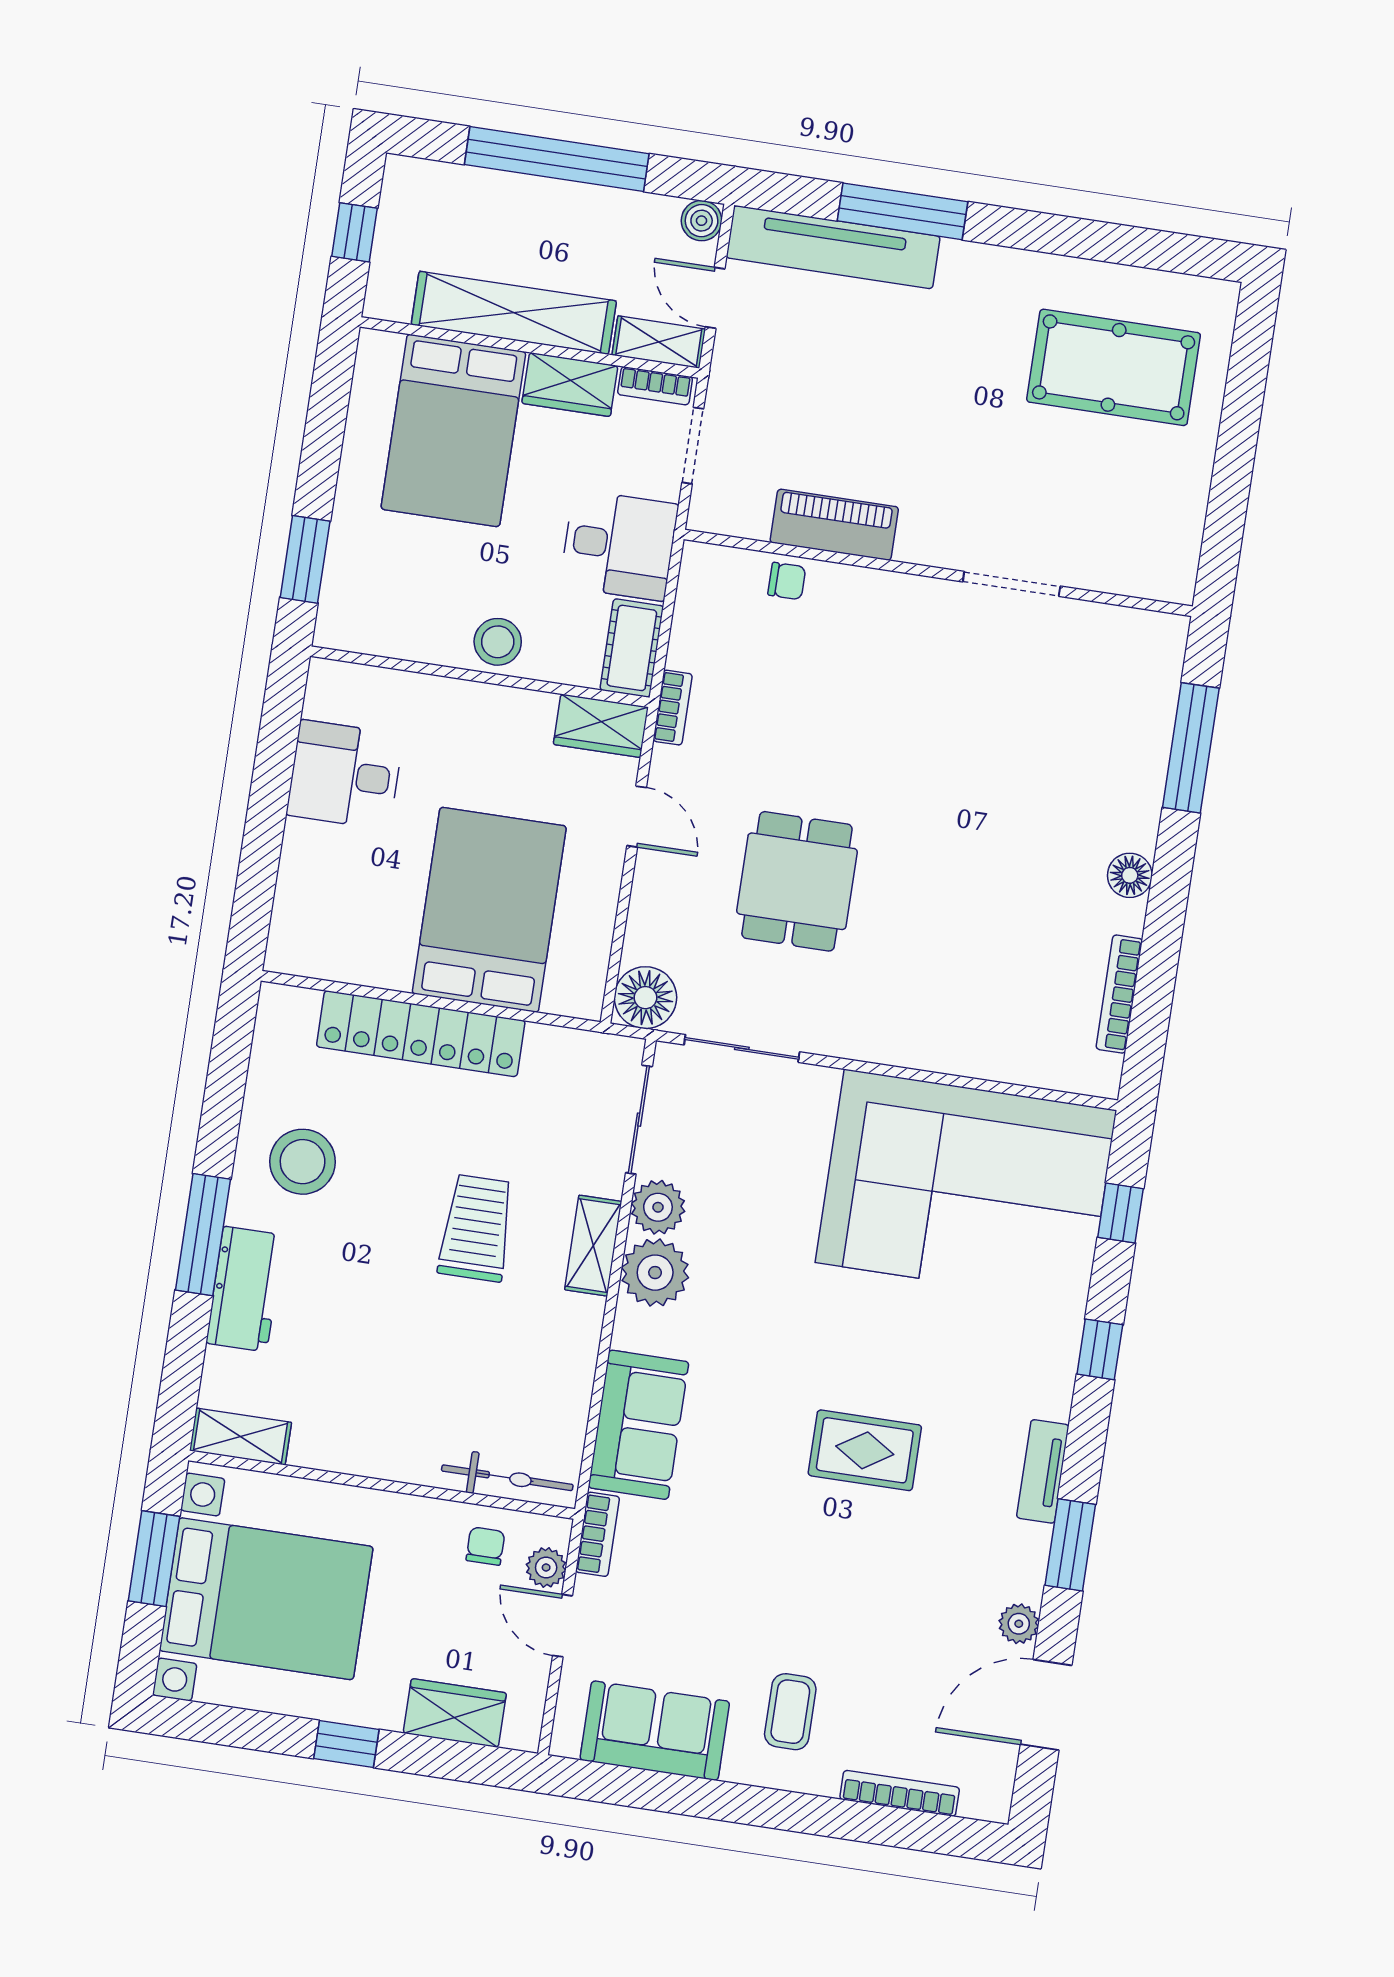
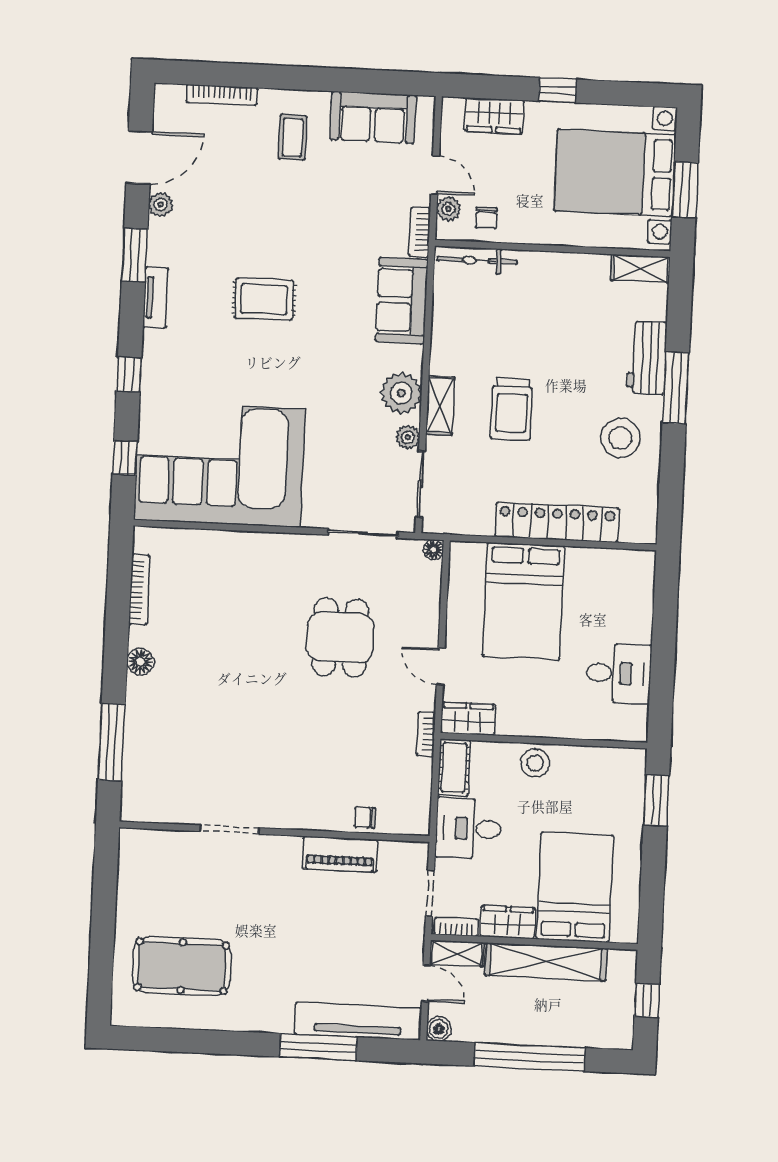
floor lamp: (645, 998) -> (433, 550), width x0.53, depth x0.53
plant: (658, 1207) -> (408, 437), width x0.73, depth x0.73

